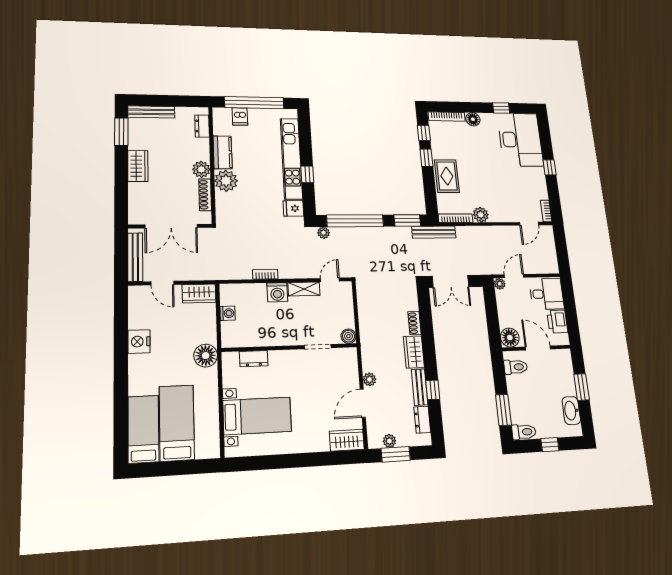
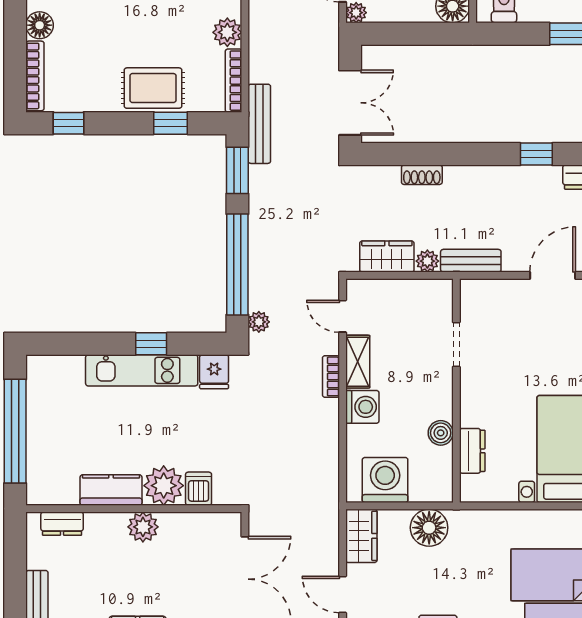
dishwasher: (240, 117) -> (199, 489), moved, turned -90
kitchen unit: (291, 158) -> (142, 370), width x0.73
window: (426, 158) -> (171, 123), moved
shoe rack: (205, 195) -> (189, 522), removed
bookcase: (265, 274) -> (331, 376), moved
door: (162, 283) -> (343, 594), swing flipped
washing machine: (227, 313) -> (385, 480), width x1.89, depth x1.89
boiler: (349, 336) -> (441, 433), moved
wardrobe: (414, 352) -> (387, 257), moved, turned 180
floor lamp: (206, 356) -> (429, 528), moved
plant: (369, 379) -> (427, 261), moved
bench: (420, 387) -> (471, 261), moved
door: (363, 403) -> (553, 275), swing flipped

